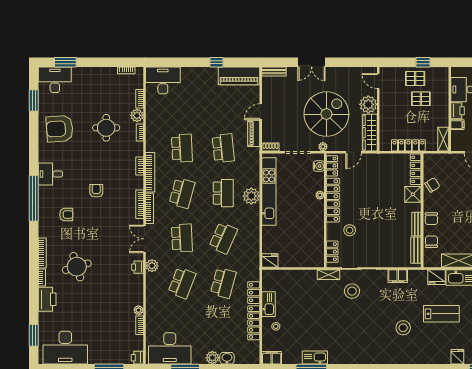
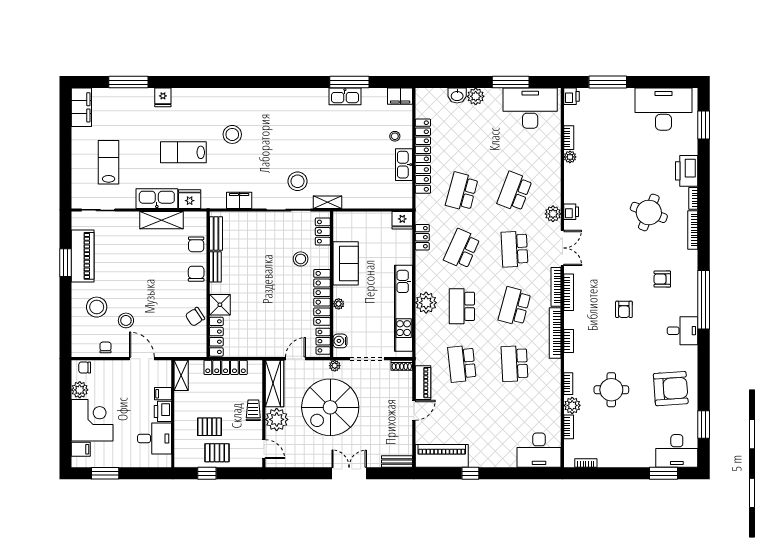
trolley: (387, 112) -> (253, 410), added
sofa: (314, 227) -> (346, 263), added
locker: (254, 247) -> (422, 237), added
round table: (77, 267) -> (649, 212), turned 38

